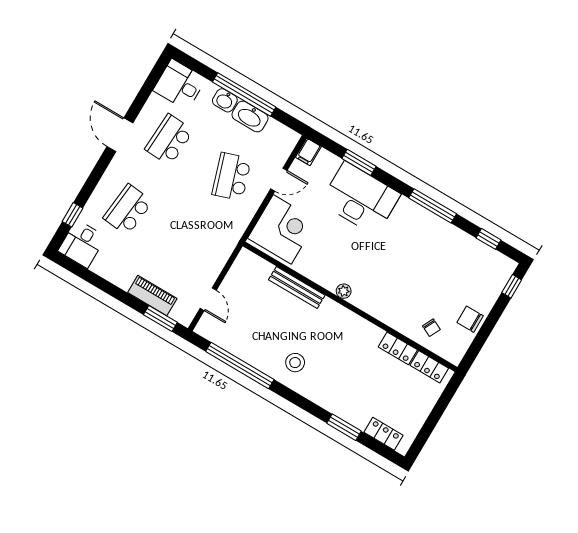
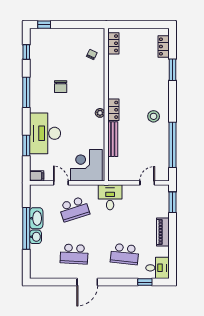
desk: (180, 85) -> (110, 197), moved, turned 180
piano: (152, 296) -> (163, 232), moved
chair: (470, 319) -> (61, 87), moved
locker: (398, 348) -> (113, 110), moved

